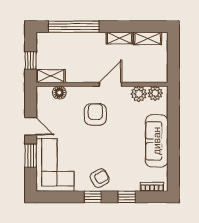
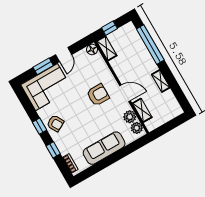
shelving: (148, 38) -> (142, 110), moved
floor lamp: (59, 93) -> (92, 49), moved

